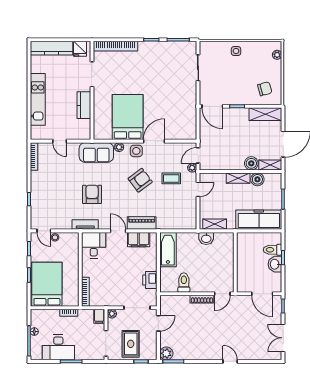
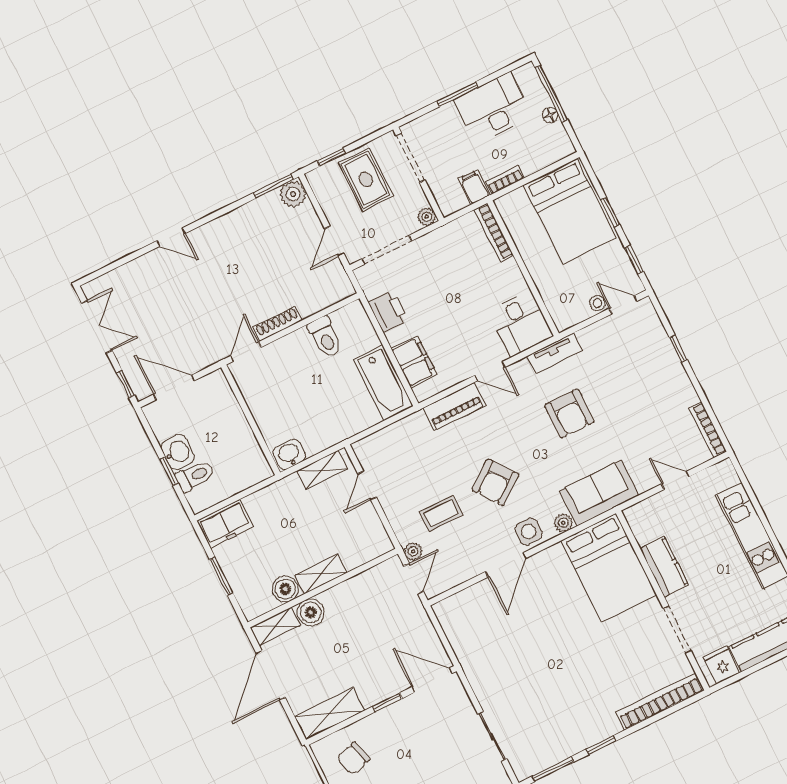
bed: (128, 117) -> (609, 568), moved
door: (198, 189) -> (367, 486), moved
freezer: (259, 220) -> (225, 524), width x0.52, depth x0.79
washbasin: (206, 238) -> (289, 454), moved
filing cabinet: (139, 240) -> (414, 362), moved, turned 90
filing cabinet: (99, 316) -> (474, 187), moved

